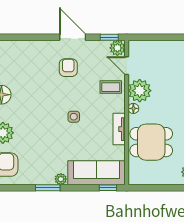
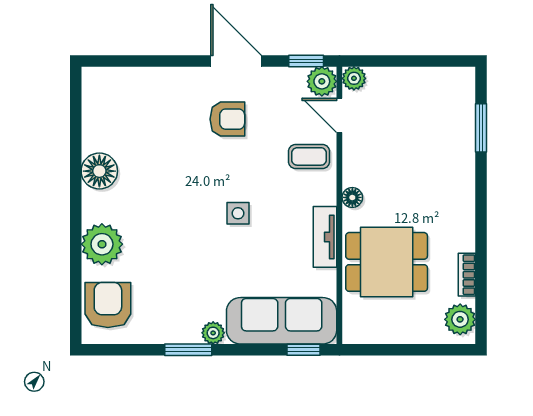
armchair: (68, 68) -> (227, 119), turned 90
plant: (140, 91) -> (354, 78), moved, width x0.53, depth x0.53

